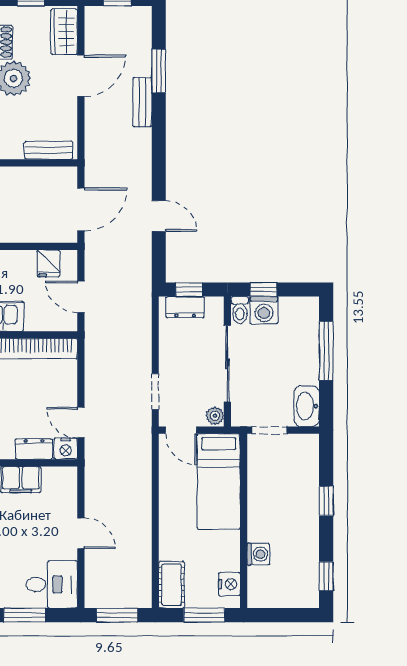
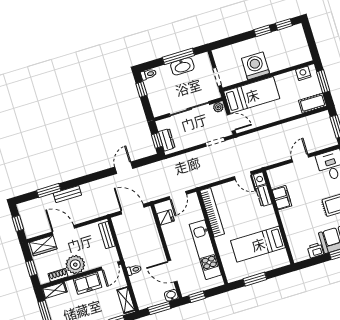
window: (263, 290) -> (141, 89), moved
toilet: (240, 310) -> (148, 74), moved
washing machine: (264, 310) -> (156, 98), removed
window: (326, 351) -> (178, 56), moved
washbasin: (307, 406) -> (182, 66), moved
door: (81, 423) -> (243, 176), hinge flipped
door: (181, 430) -> (231, 123), hinge flipped
window: (326, 501) -> (262, 31), moved
washing machine: (258, 554) -> (255, 66), moved, width x1.89, depth x1.89

